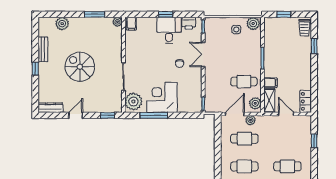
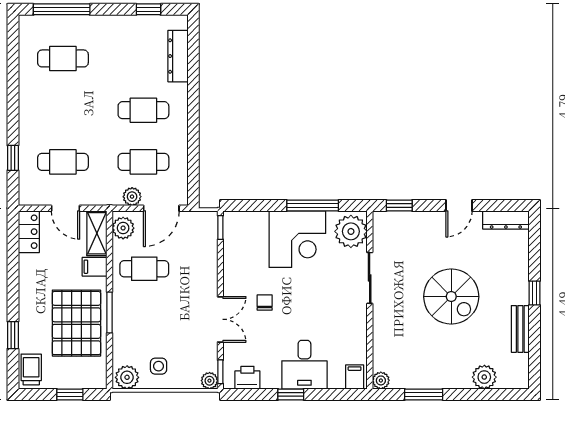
plant: (209, 22) -> (209, 381), added
desk: (169, 30) -> (304, 365), moved
pallet: (280, 53) -> (76, 323), added
cafe table: (287, 166) -> (63, 162), moved

